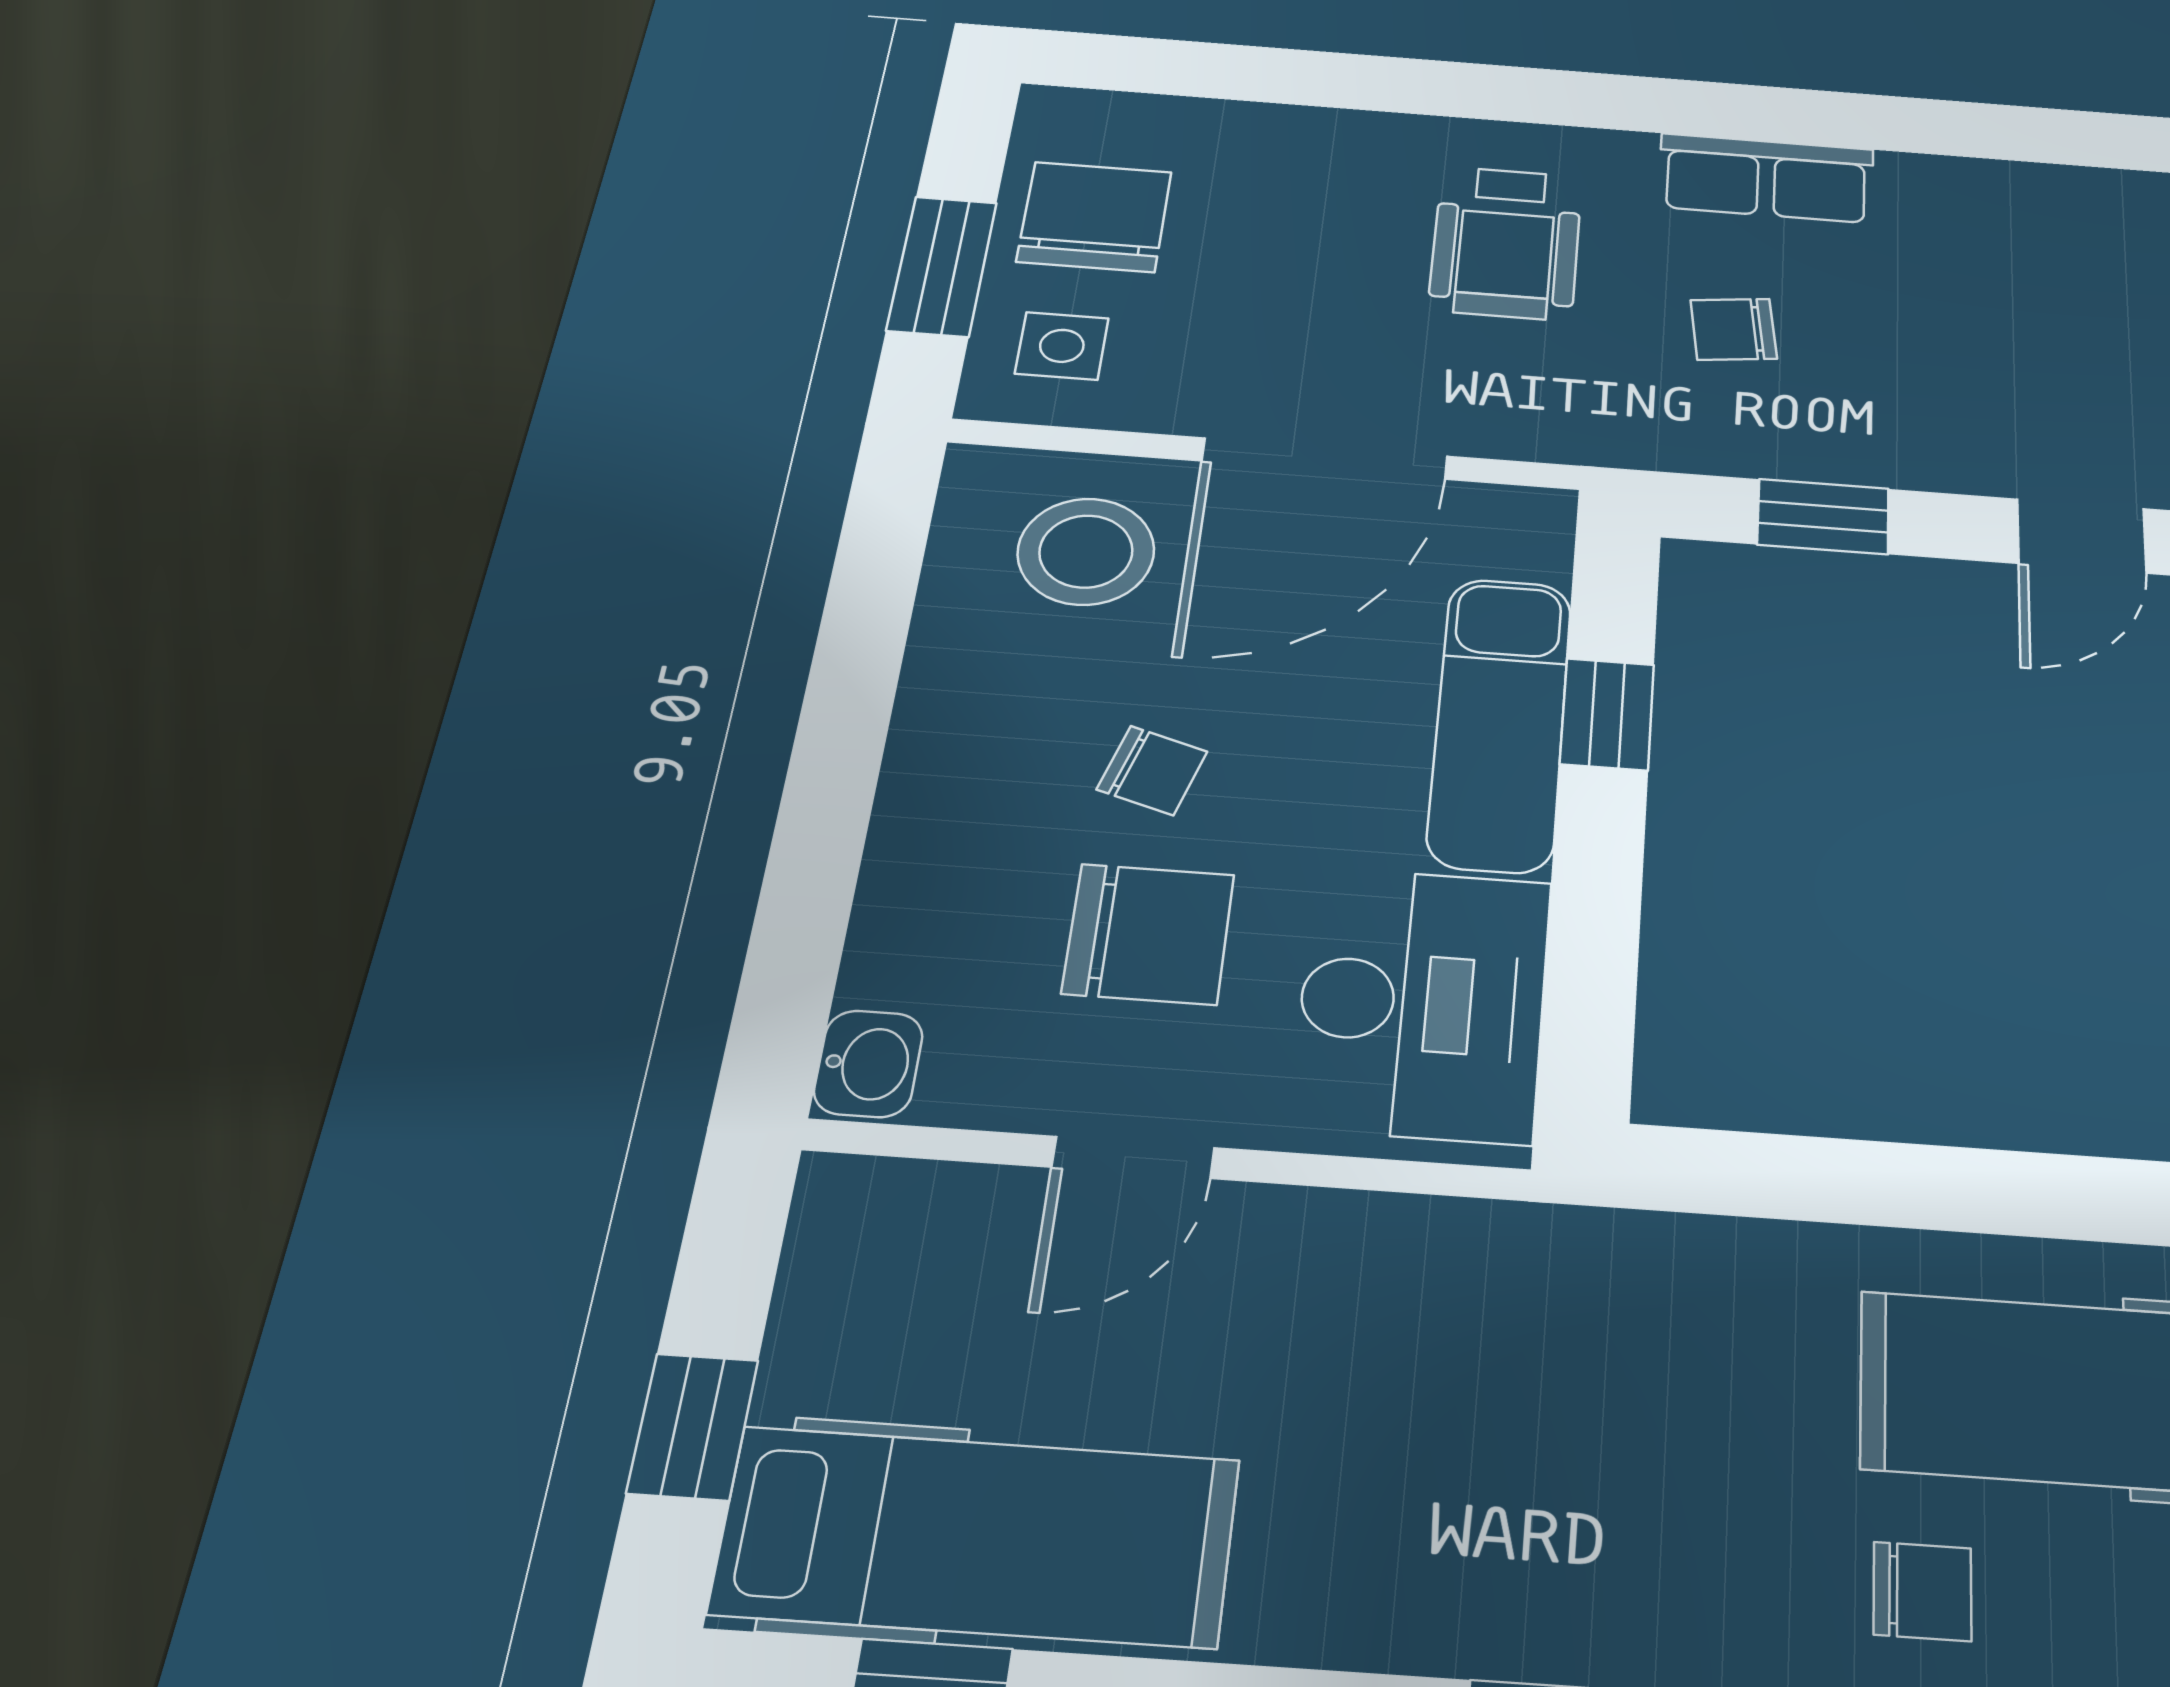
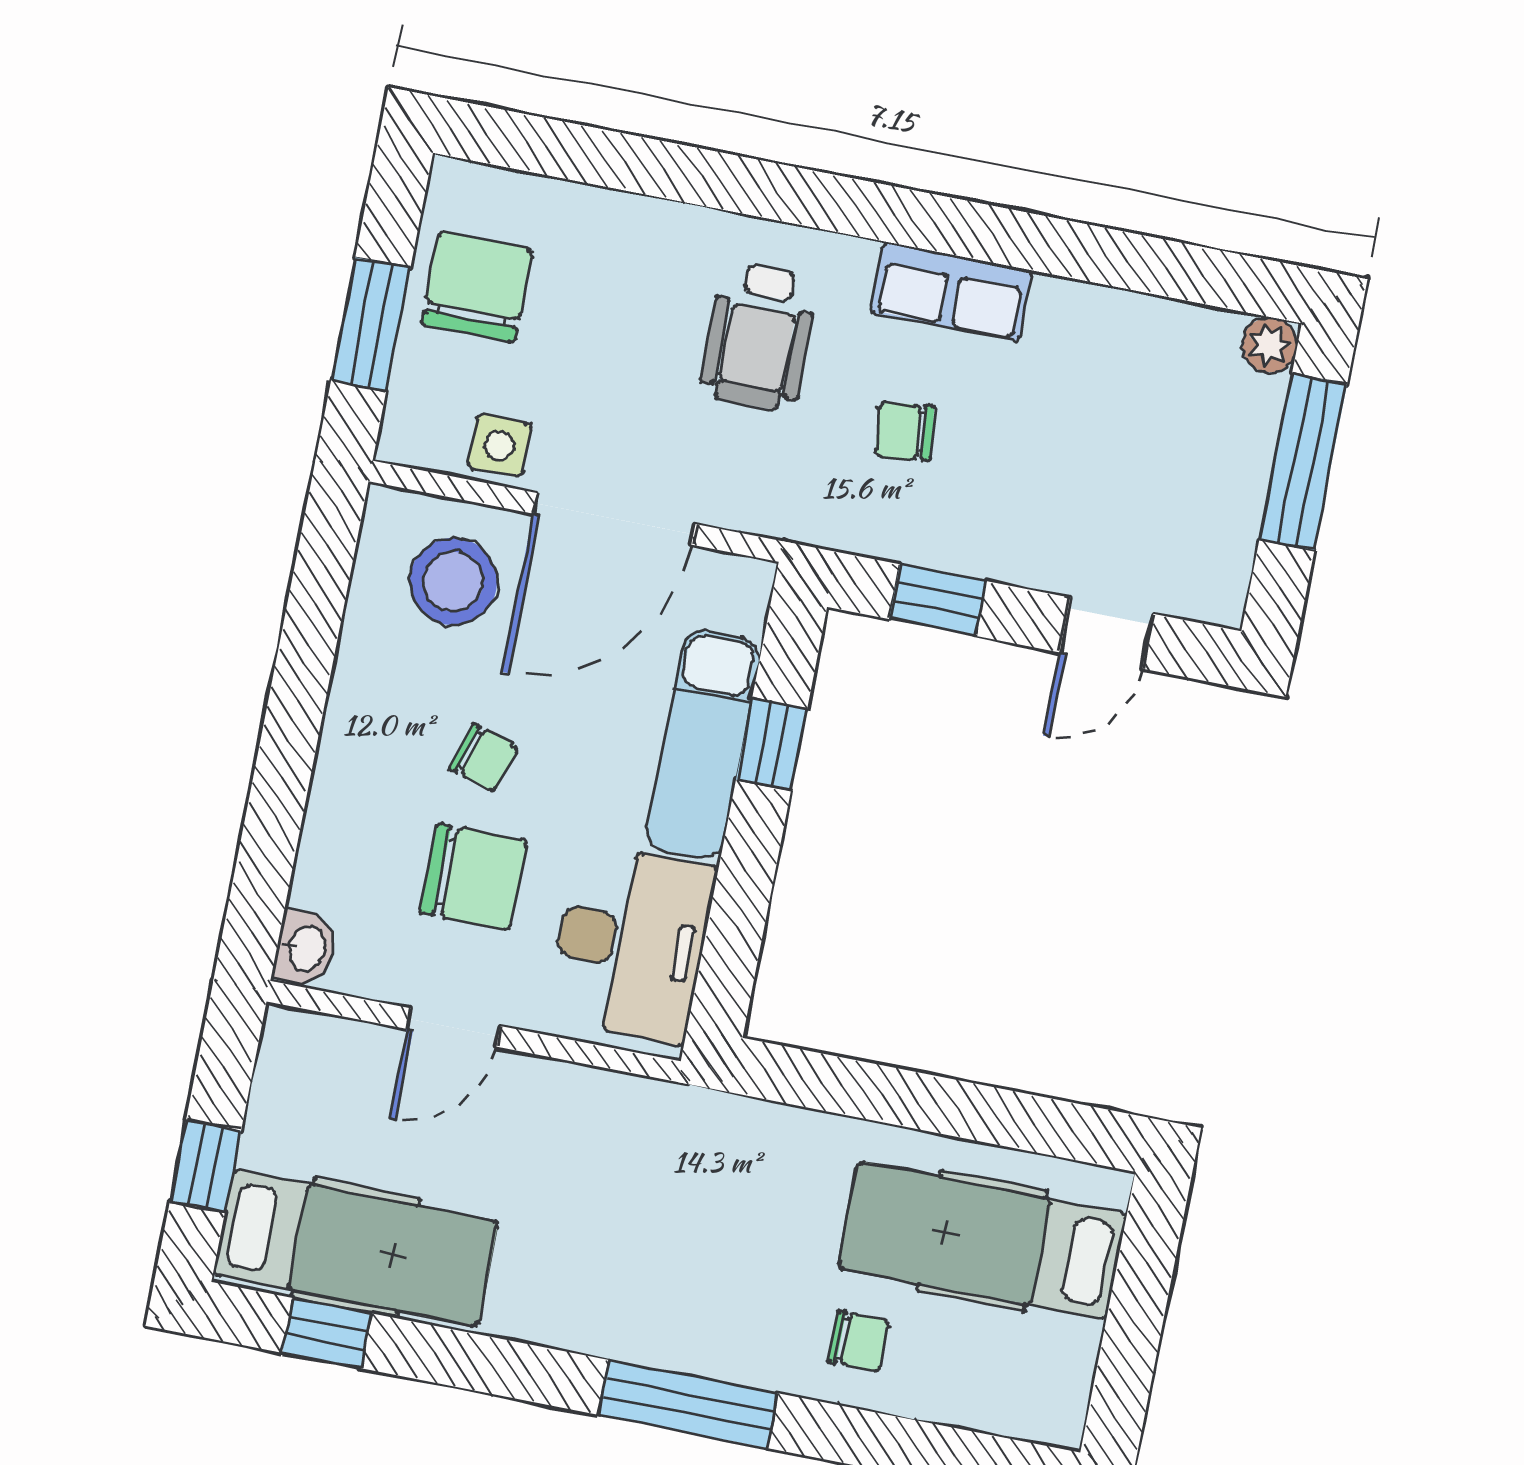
side table: (1062, 346) -> (499, 445), moved

